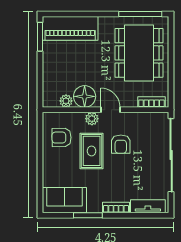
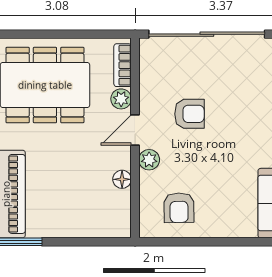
floor lamp: (85, 96) -> (122, 179), width x0.53, depth x0.53
plant: (66, 101) -> (121, 99), moved
rug: (92, 151) -> (200, 160), removed

